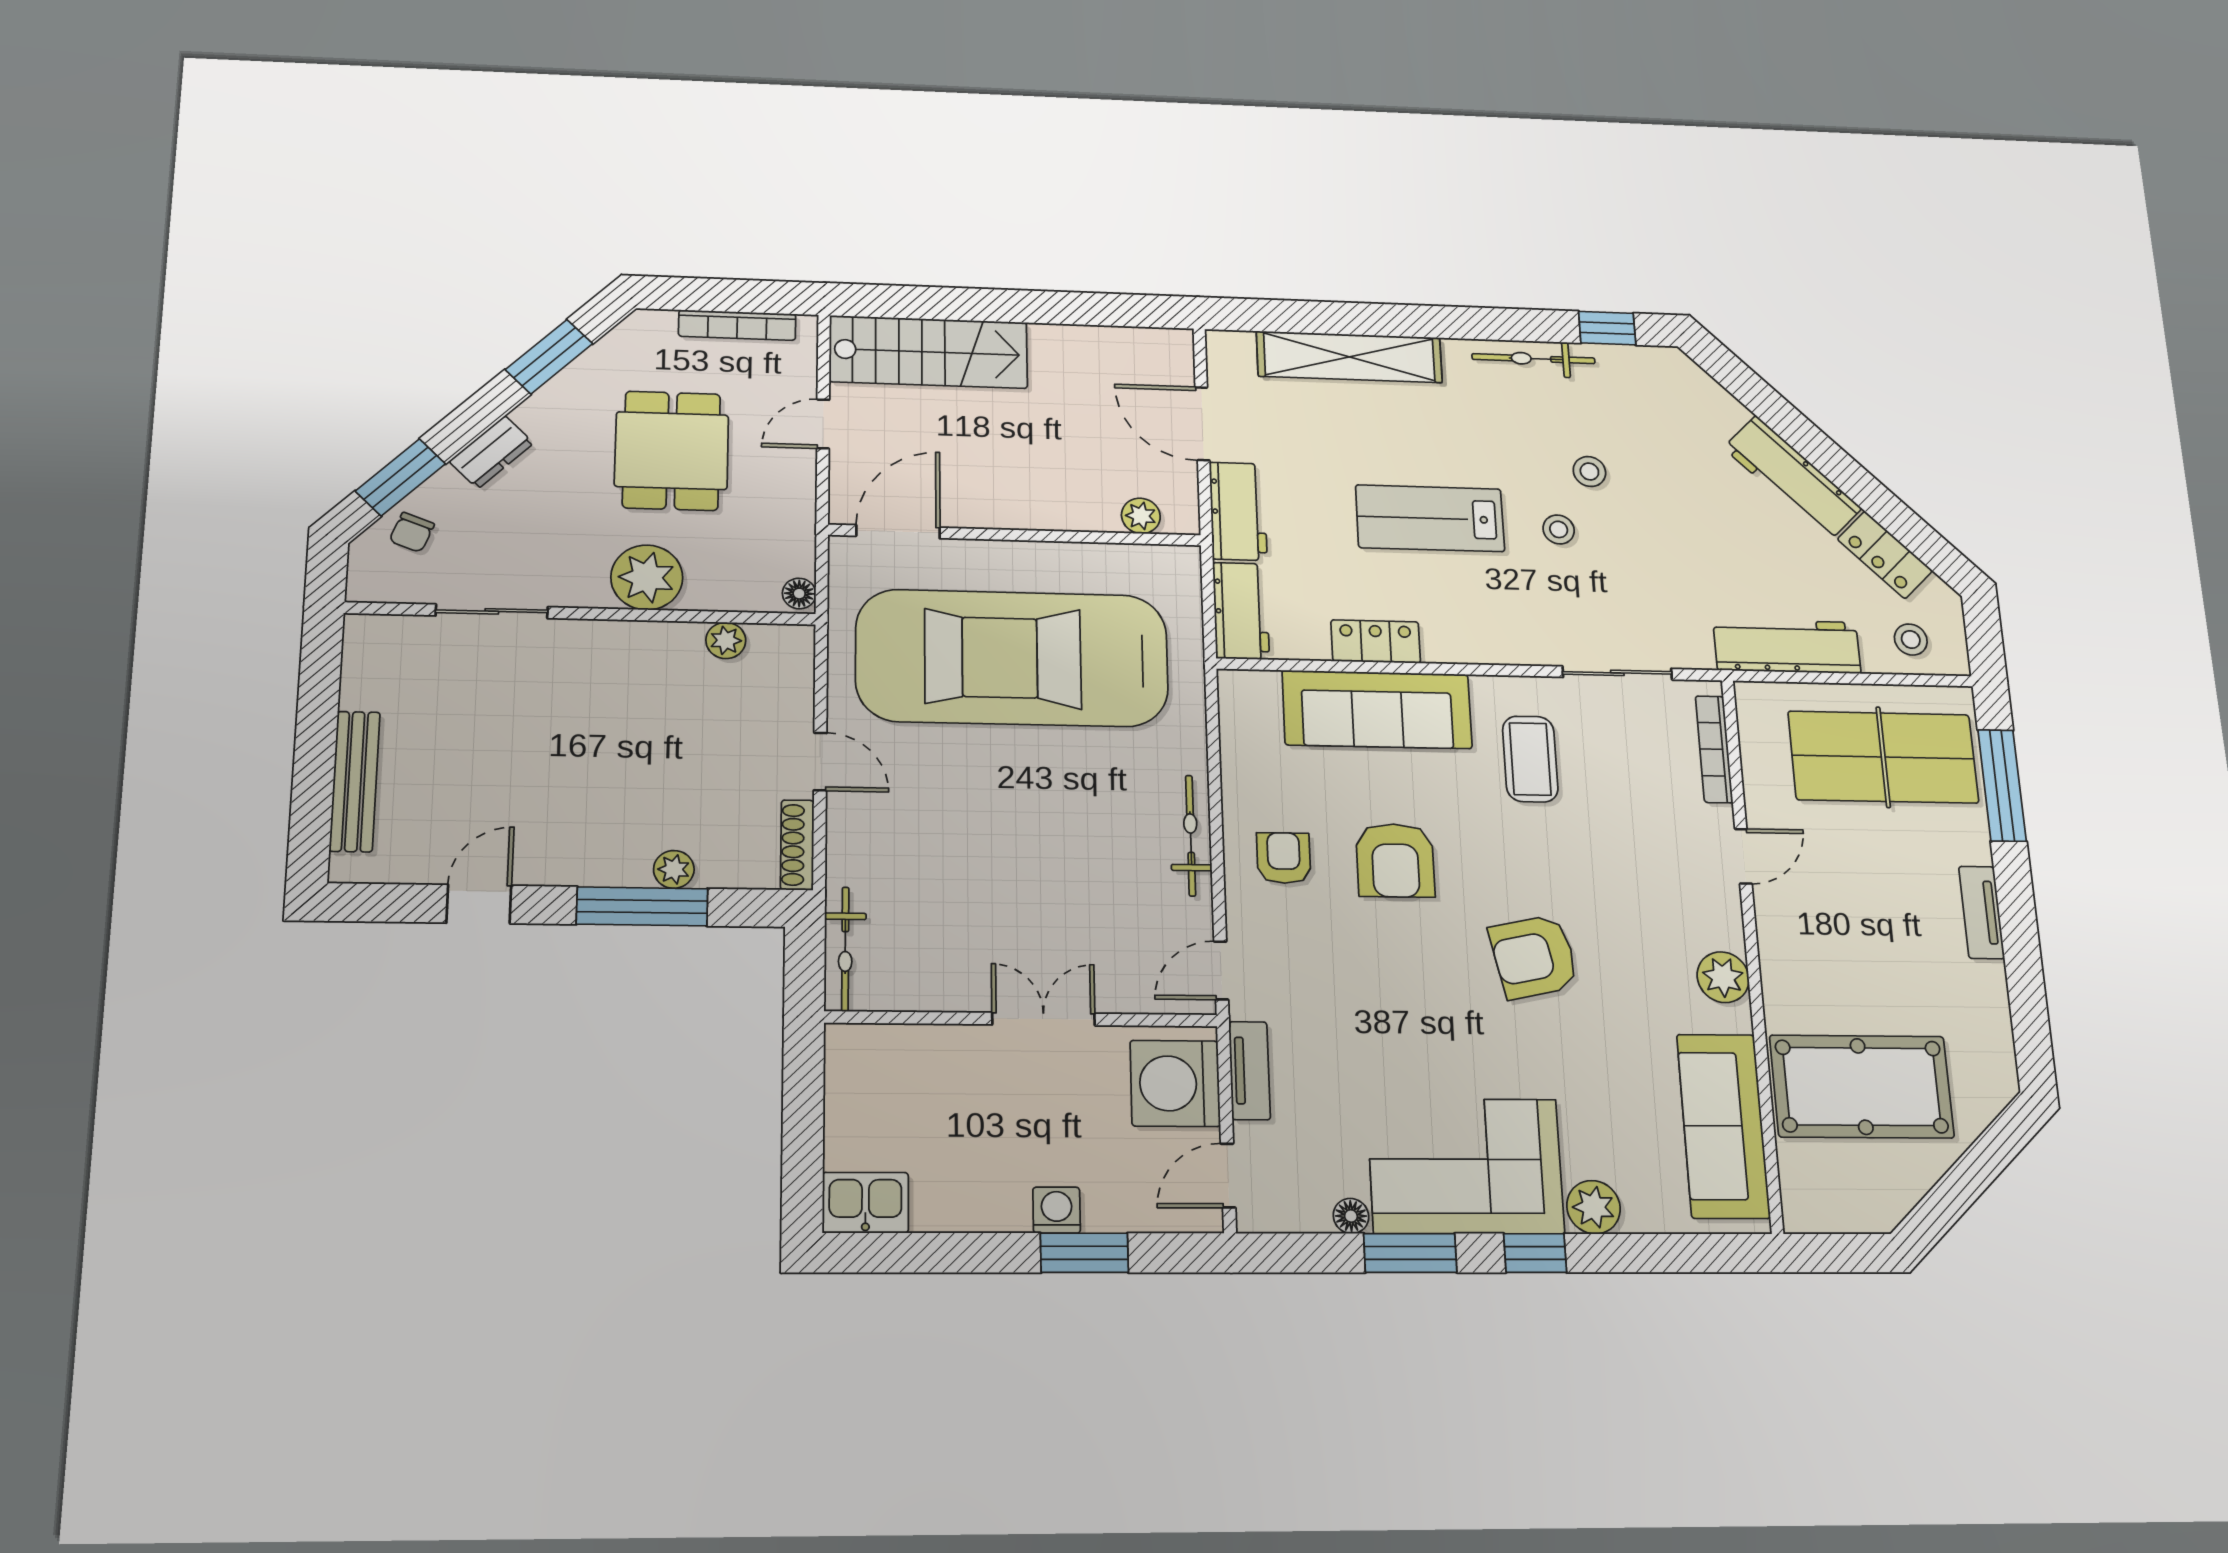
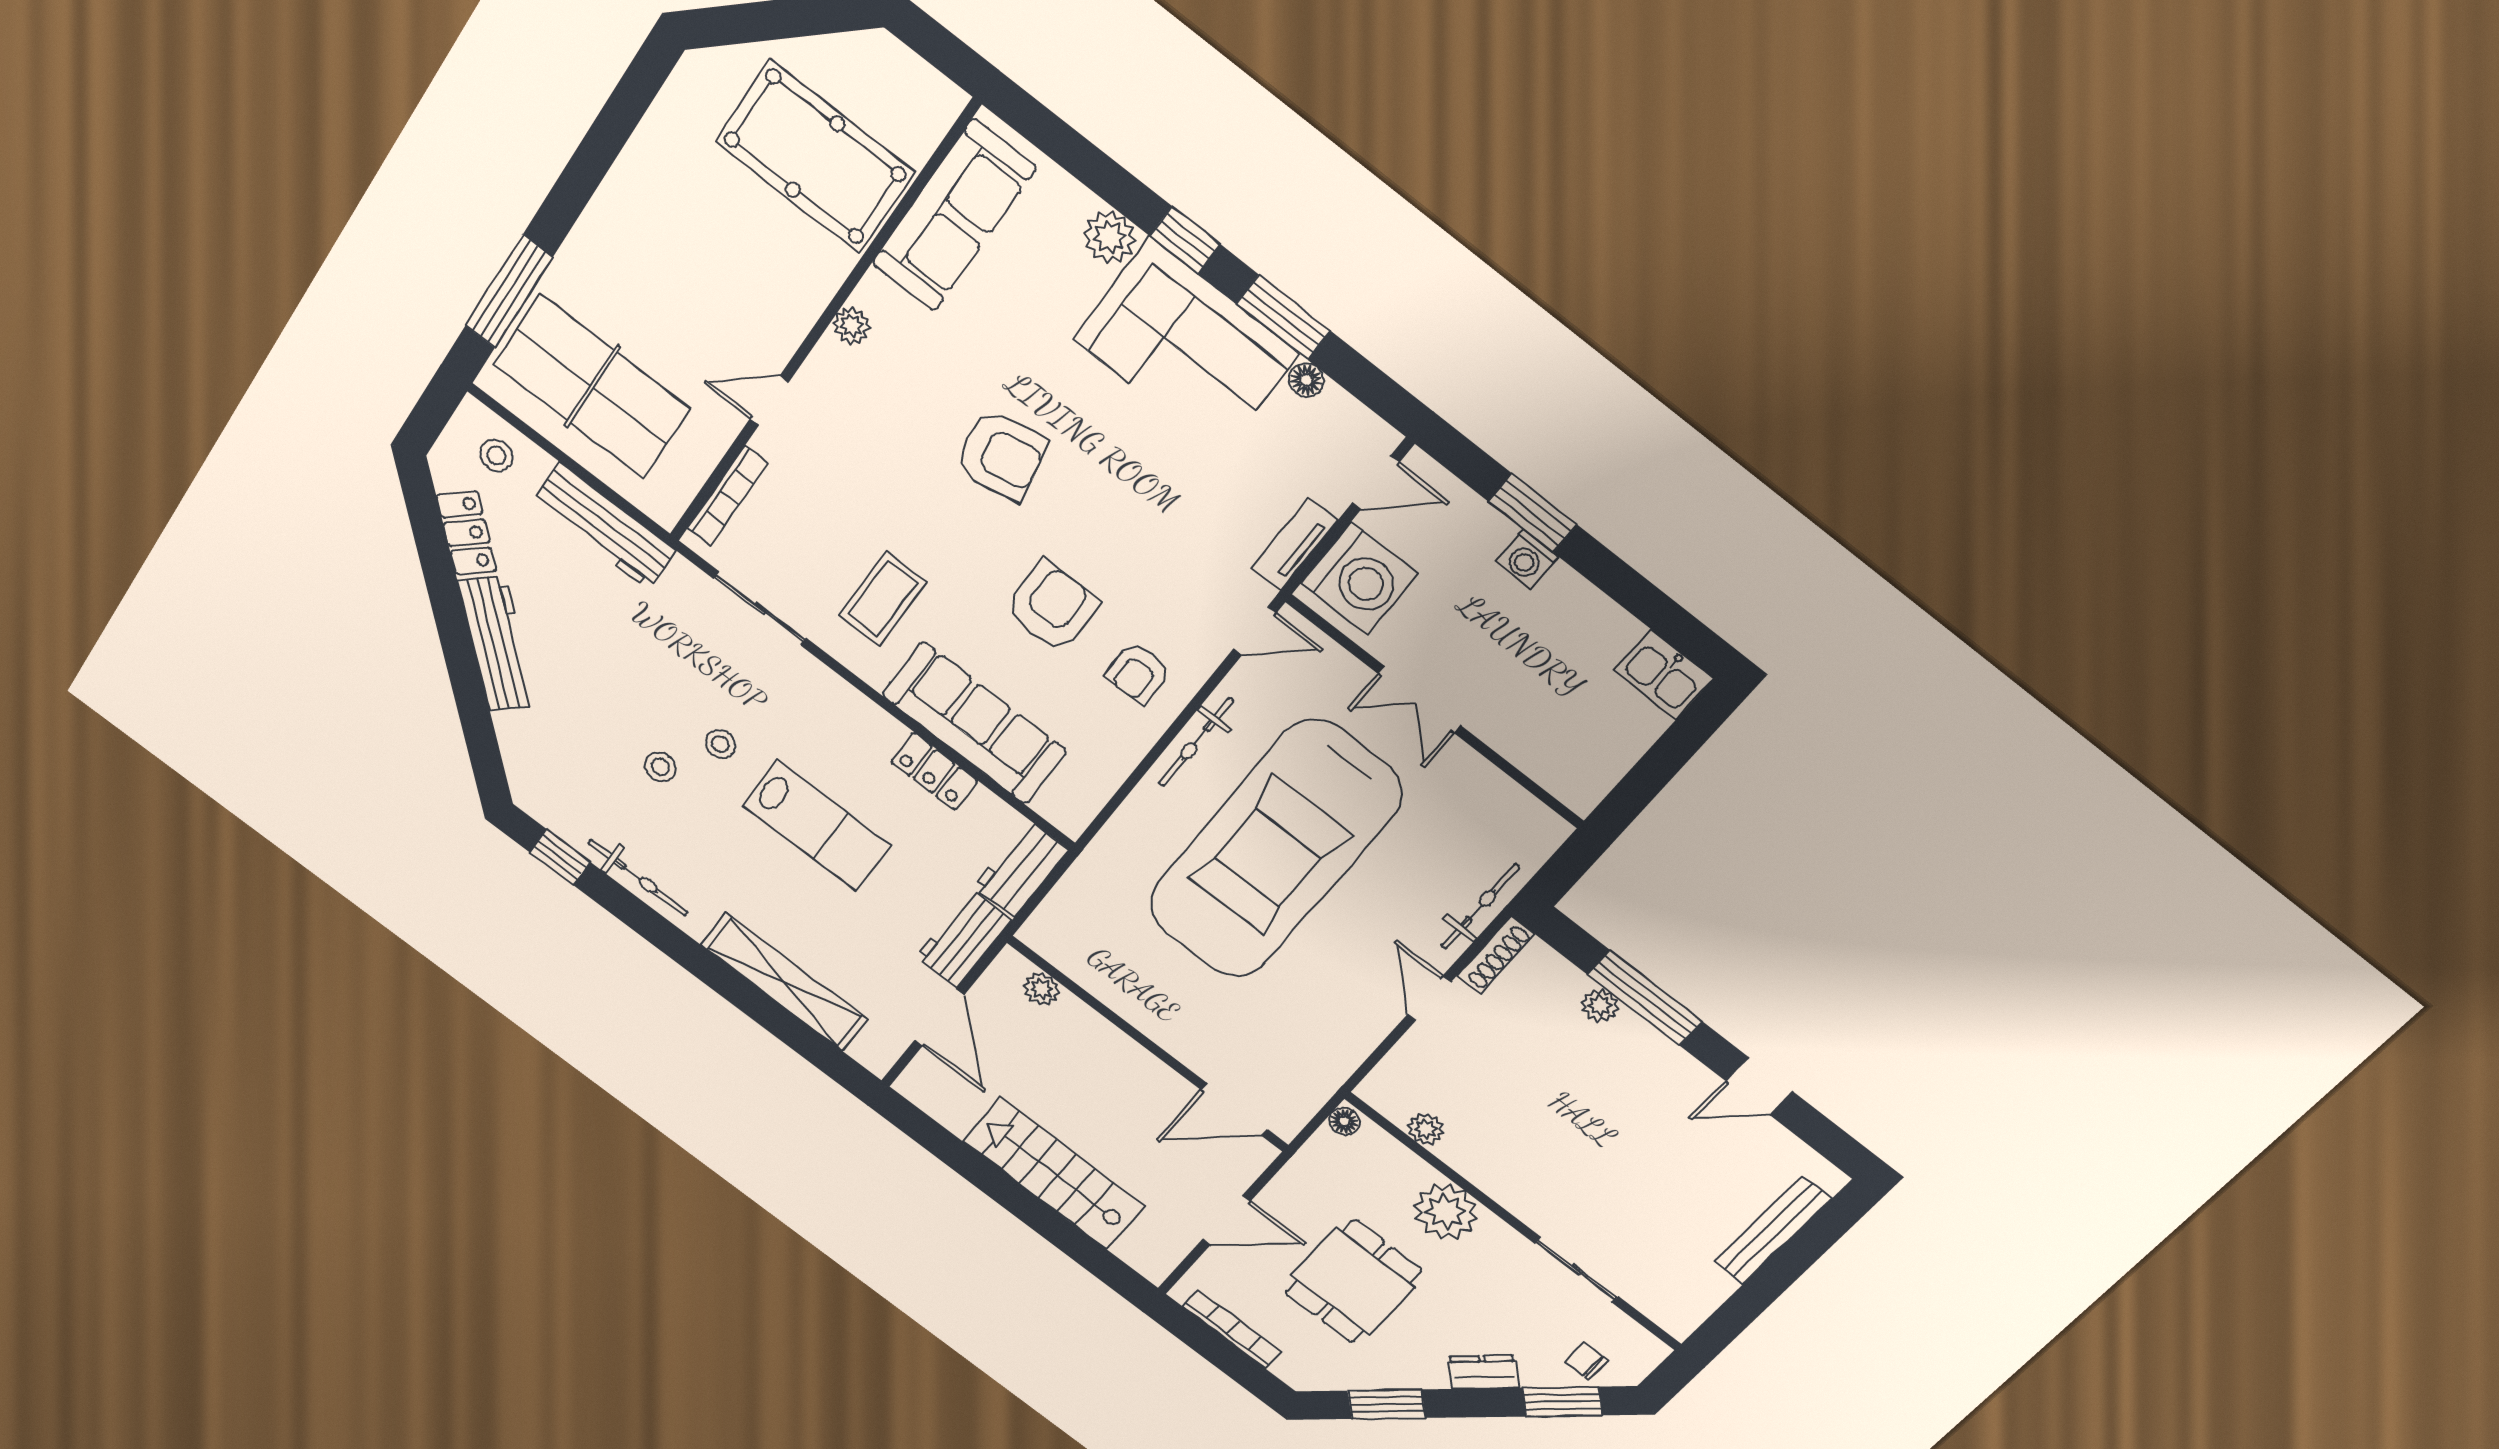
stairs: (928, 352) -> (1054, 1174), moved
door: (823, 424) -> (1226, 1220), width x1.37
chair: (412, 532) -> (1586, 1361), turned -111
car: (1012, 658) -> (1274, 850), moved, turned 90
tv unit: (1982, 912) -> (605, 210), removed
bicycle: (845, 949) -> (1480, 906), moved
plant: (1723, 977) -> (851, 326), width x0.73, depth x0.73

